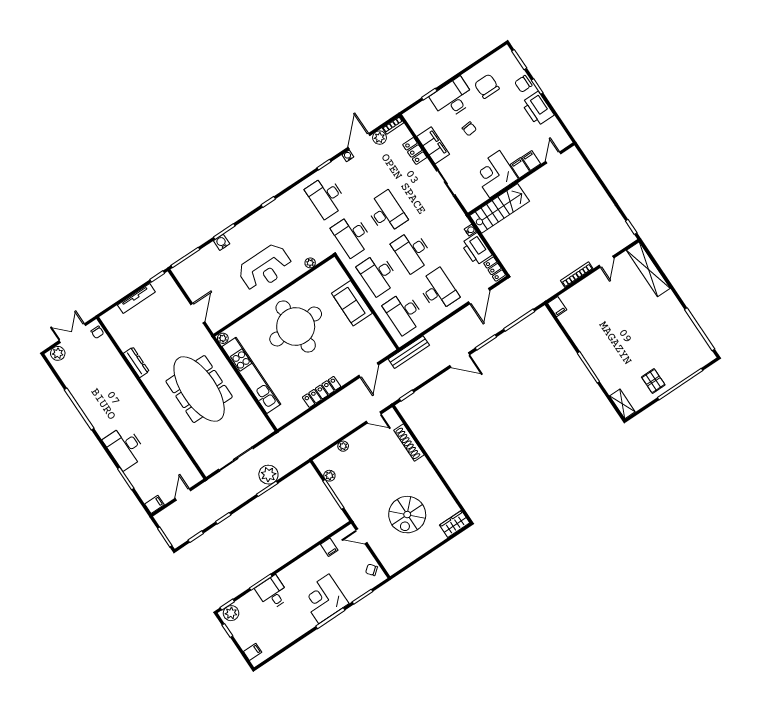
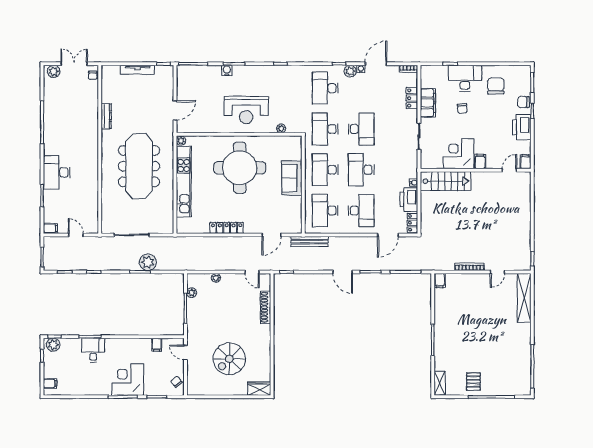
plant: (379, 138) -> (350, 71), moved
filing cabinet: (531, 161) -> (526, 162), moved
door: (183, 494) -> (76, 235), hinge flipped

